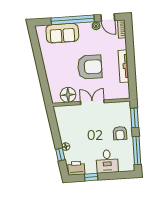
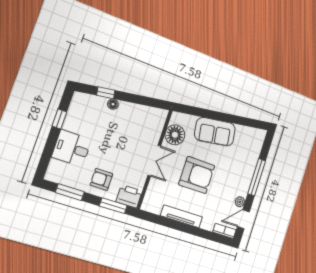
window: (73, 20) -> (257, 177), width x0.68
sofa: (62, 33) -> (215, 132), moved, turned -99
armchair: (90, 67) -> (197, 175), turned -90
window: (137, 151) -> (70, 192), width x0.69
printer: (76, 168) -> (129, 196), moved, turned -90

